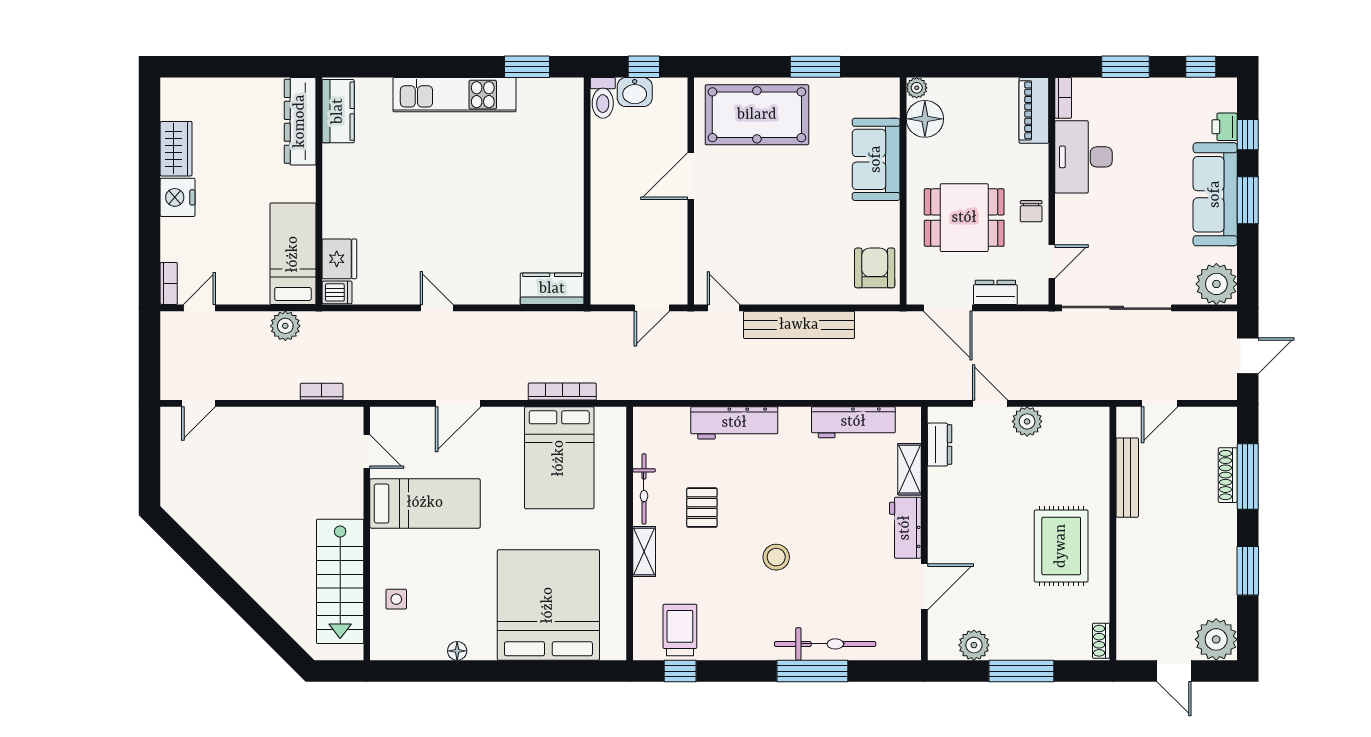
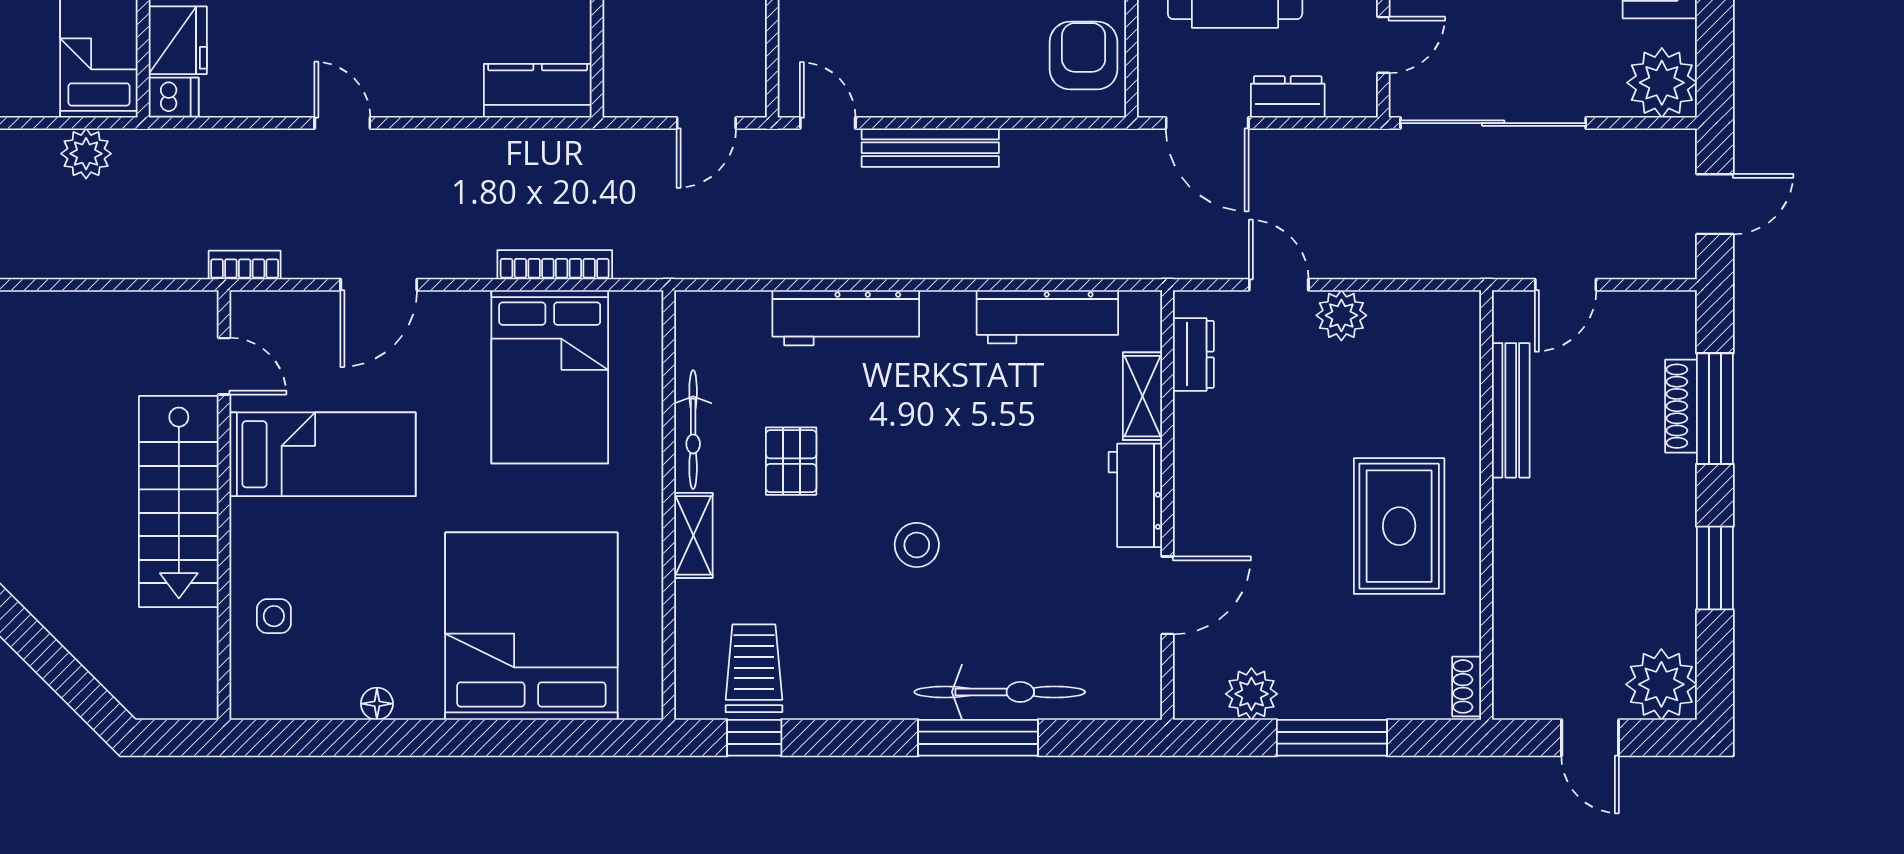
bench: (799, 325) -> (930, 148), width x0.73, depth x0.82
bookcase: (322, 392) -> (245, 265), moved
stairs: (340, 581) -> (179, 501), moved

